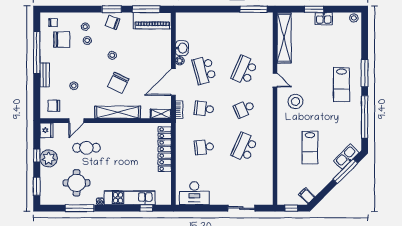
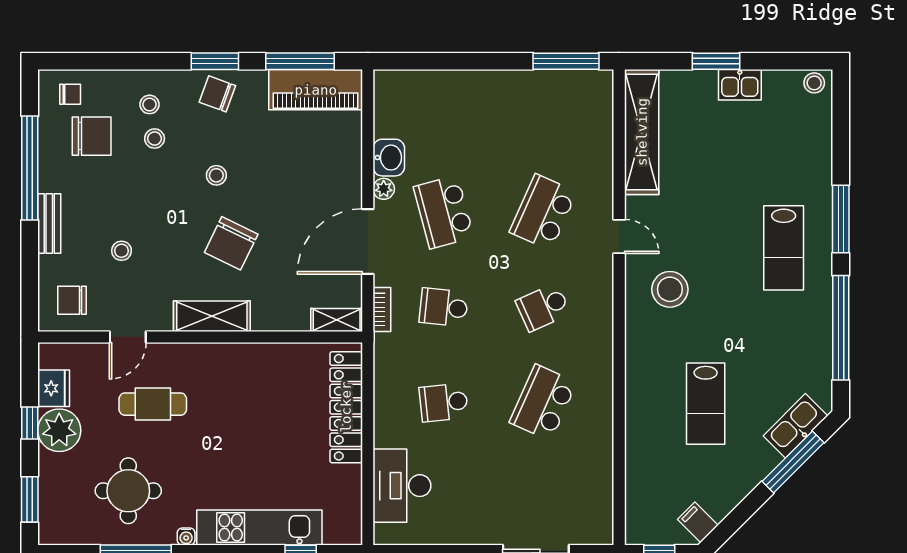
shelving: (118, 112) -> (212, 316), width x0.68
fridge: (46, 130) -> (54, 388), moved
desk: (194, 193) -> (402, 486), moved, turned 90

